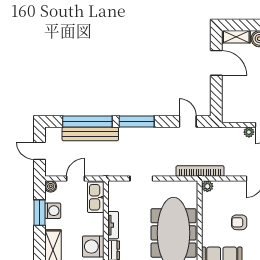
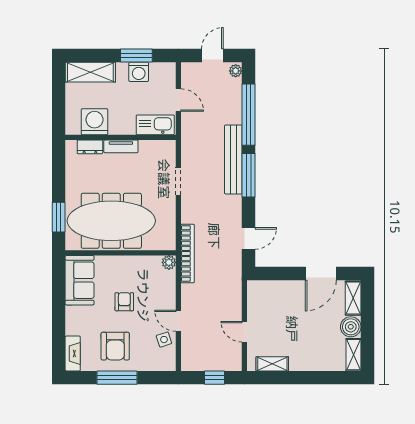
plant: (249, 132) -> (236, 71), moved
bench: (90, 134) -> (233, 159), moved
boiler: (51, 186) -> (169, 69), removed

